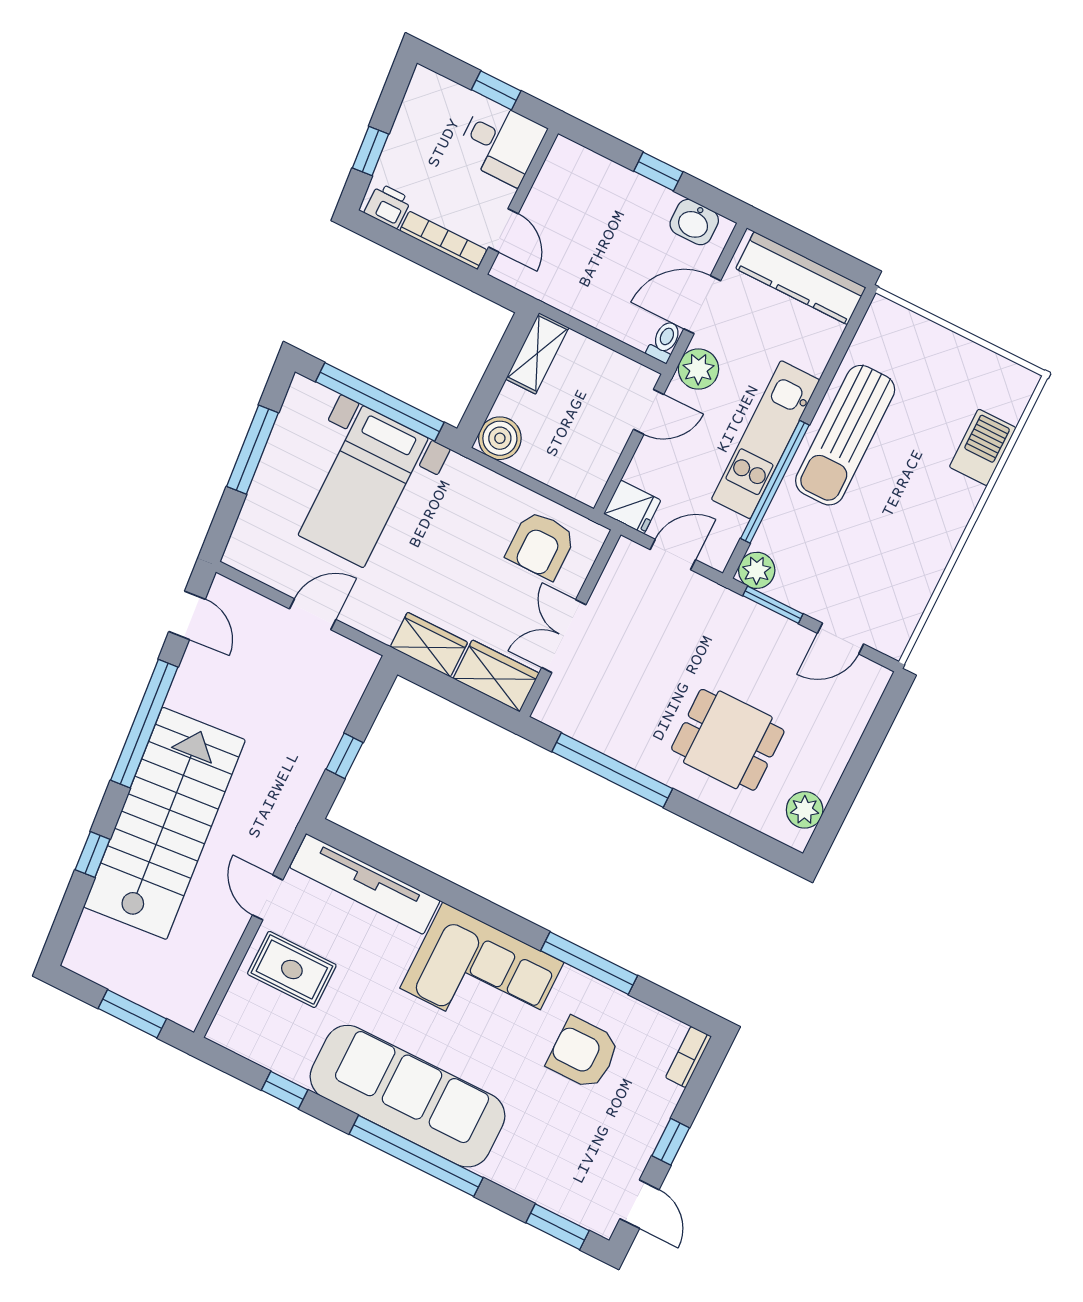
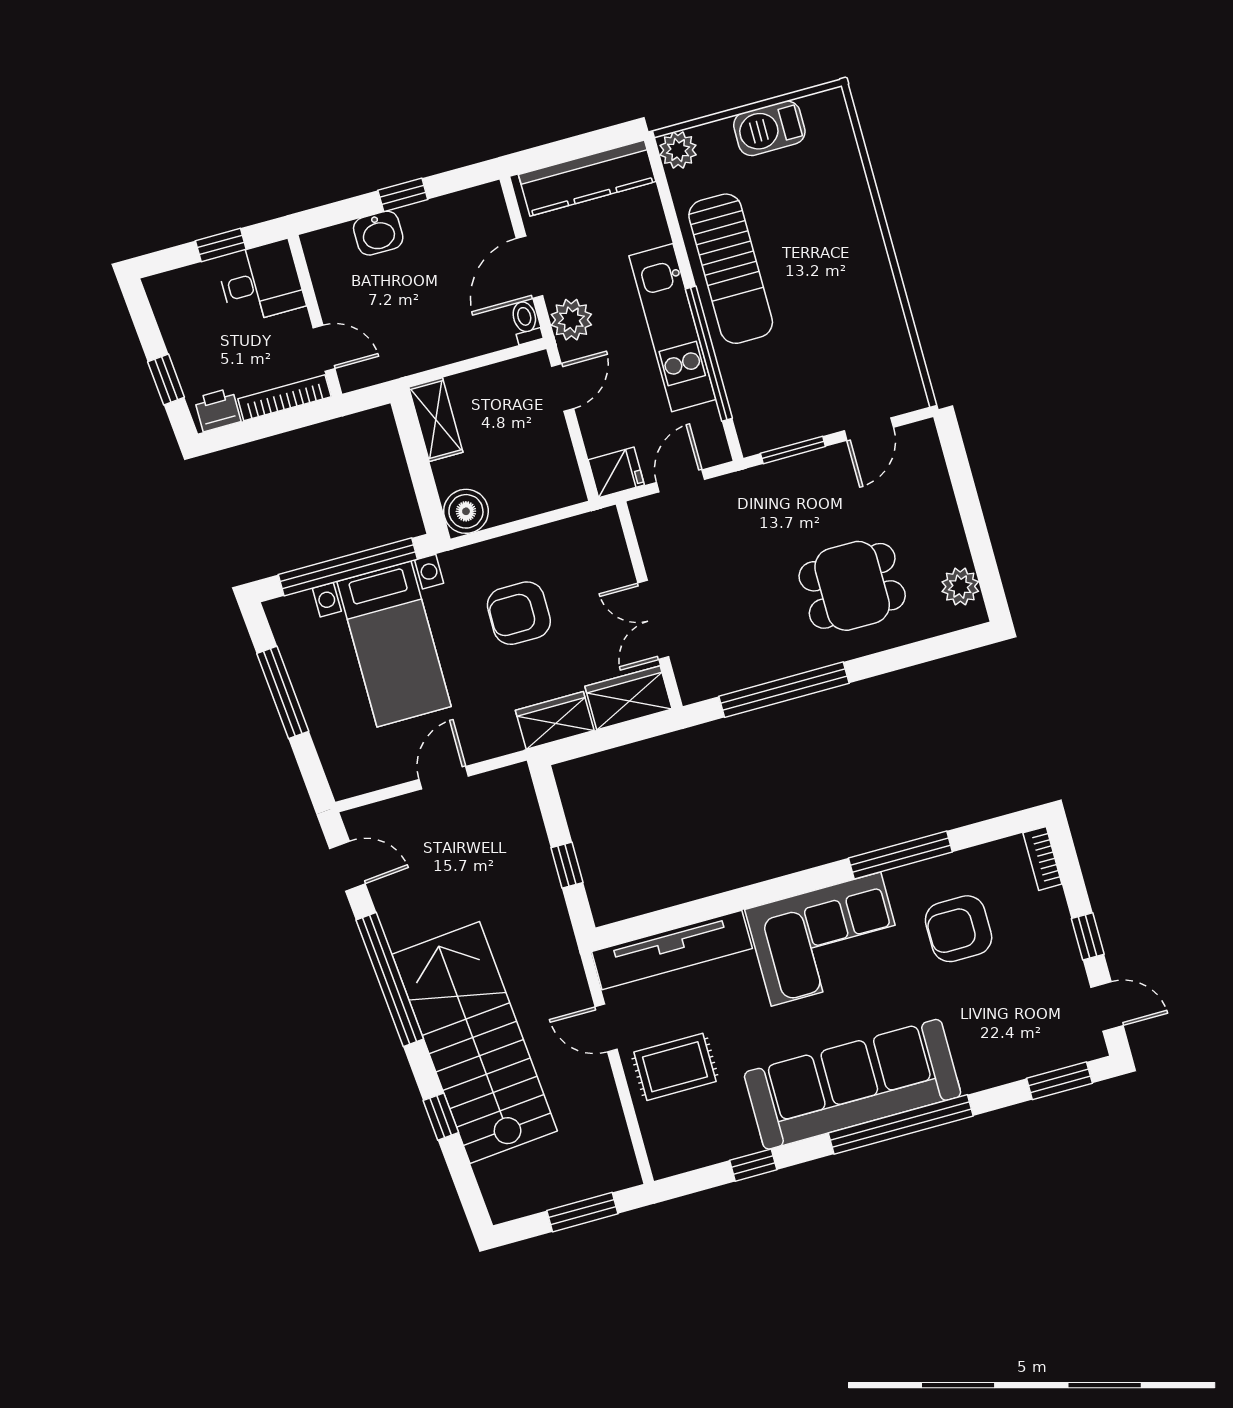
washbasin: (694, 222) -> (378, 233), moved
barbecue: (983, 447) -> (769, 128), moved, turned -90
armchair: (541, 545) -> (519, 613), moved, turned 90
plant: (757, 570) -> (678, 150), moved

